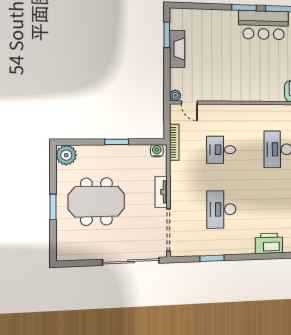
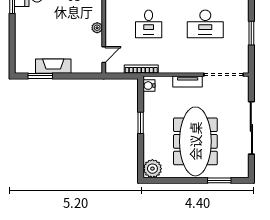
plant: (175, 95) -> (97, 28), moved
meeting table: (96, 202) -> (195, 141), width x1.36
window: (53, 207) -> (219, 180), moved
sliding door: (131, 261) -> (251, 128), moved

